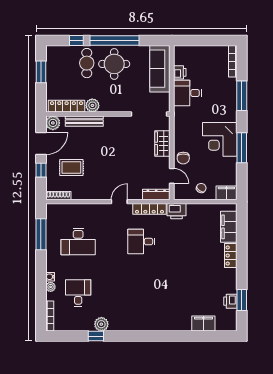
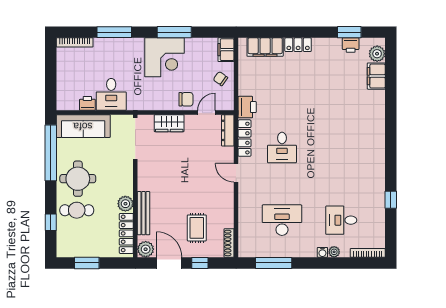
window: (115, 40) -> (51, 153), moved
desk: (78, 242) -> (282, 220), turned -90
plant: (101, 324) -> (377, 54), moved

